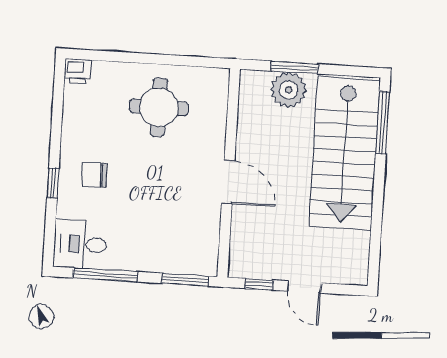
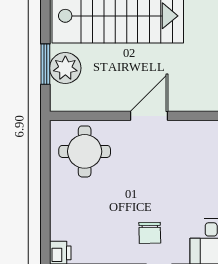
round table: (159, 107) -> (85, 151), moved

